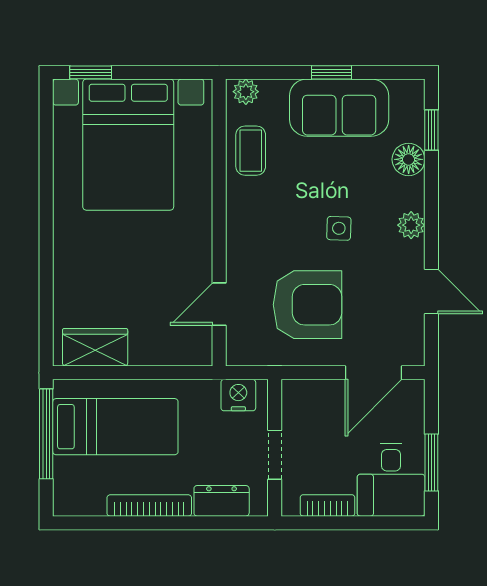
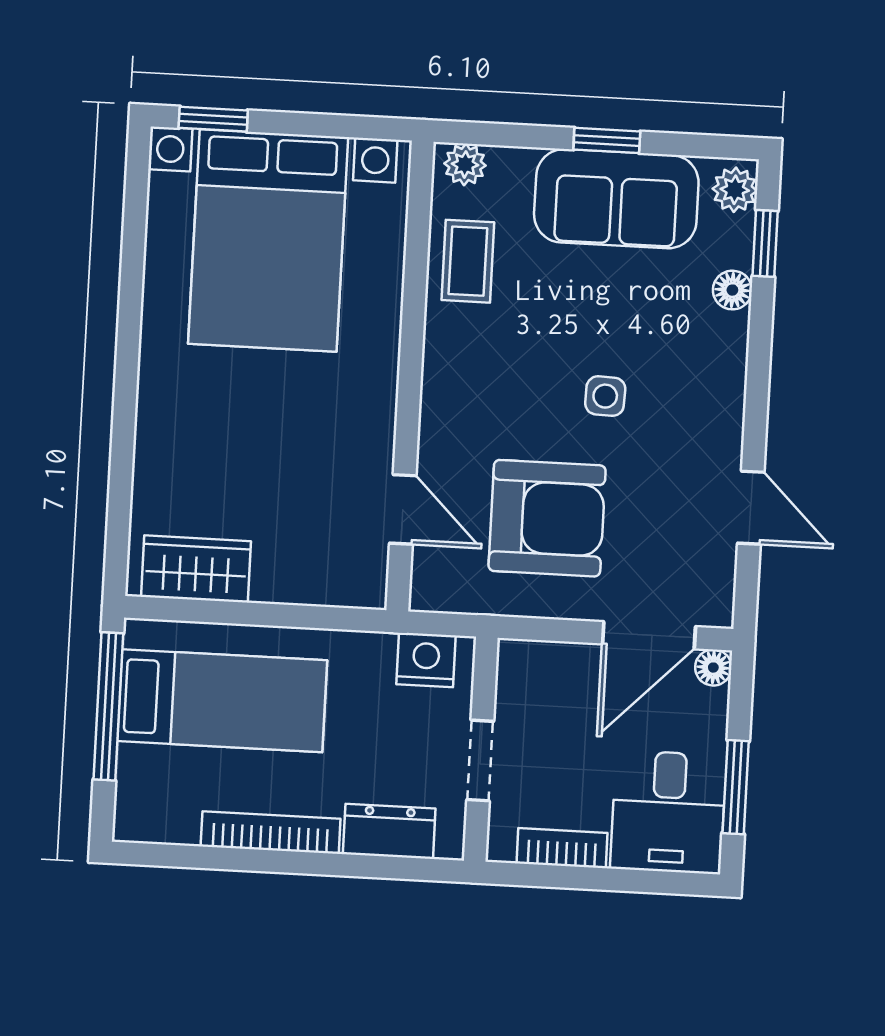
floor lamp: (409, 159) -> (732, 290), width x0.73, depth x0.73
plant: (411, 225) -> (735, 190), moved
door: (219, 304) -> (403, 509), swing flipped
floor lamp: (414, 390) -> (713, 668), added

